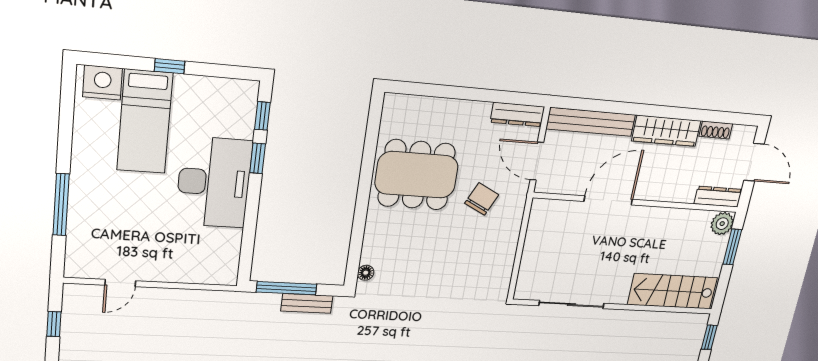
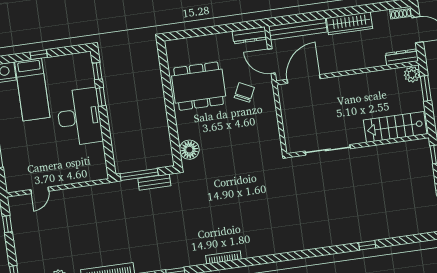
shoe rack: (716, 130) -> (401, 13), moved
door: (608, 200) -> (304, 79), moved
floor lamp: (366, 273) -> (189, 150), width x1.89, depth x1.89

